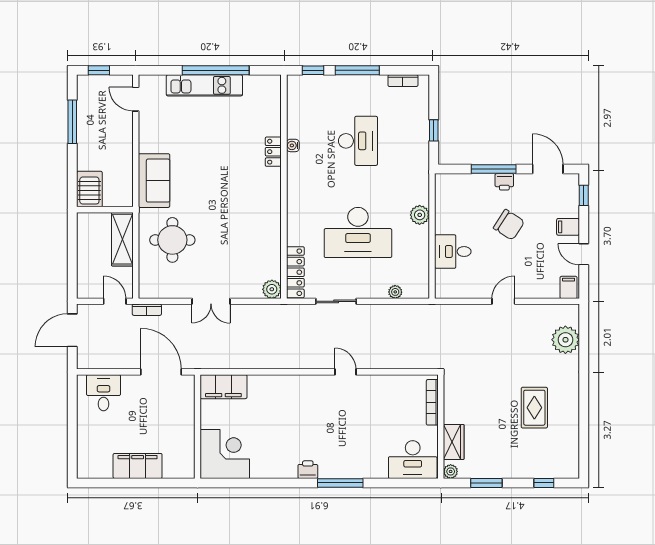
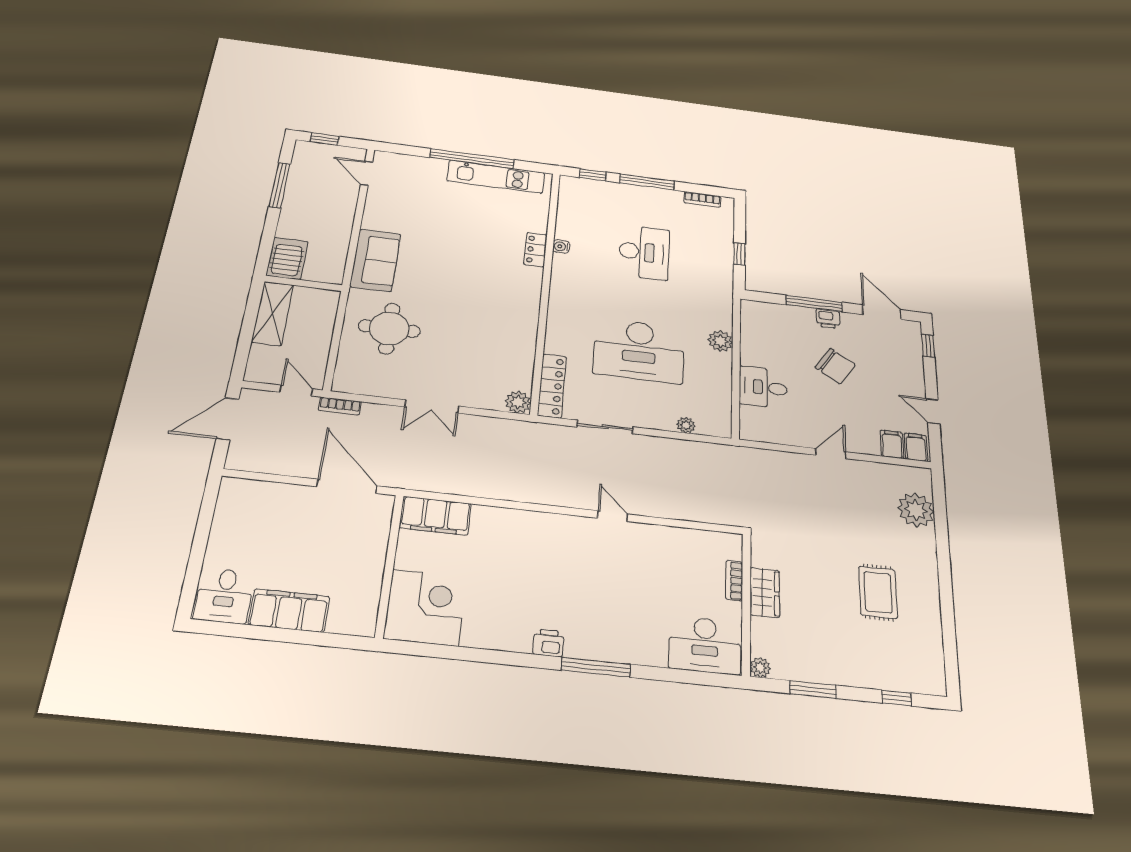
kitchen unit: (204, 85) -> (496, 177), moved
filing cabinet: (568, 227) -> (892, 444), moved, turned 90
shelving: (122, 239) -> (273, 313), moved
desk: (103, 393) -> (224, 596), moved, turned 180
bookcase: (432, 402) -> (734, 581), width x0.64
wardrobe: (454, 442) -> (765, 593), moved

